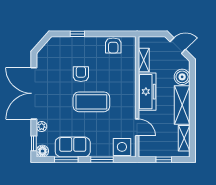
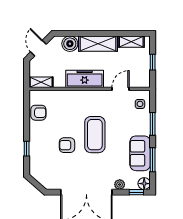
shelving: (144, 60) -> (41, 82), moved
side table: (122, 147) -> (140, 104), width x0.54, depth x0.54

